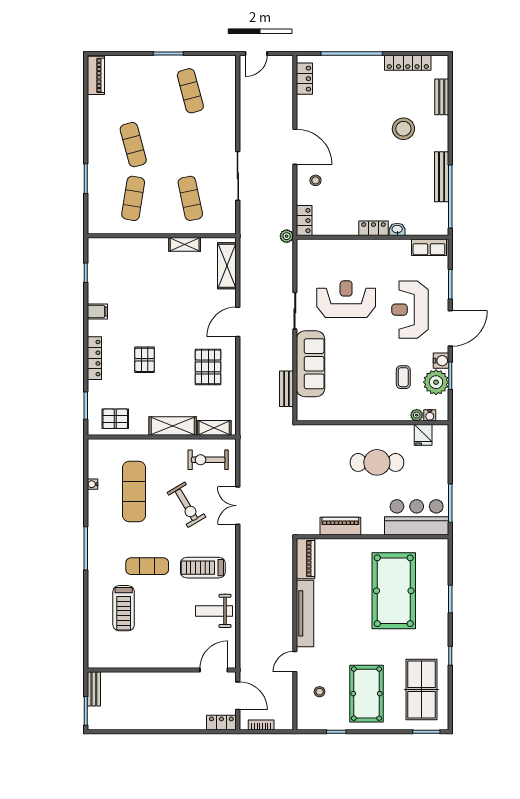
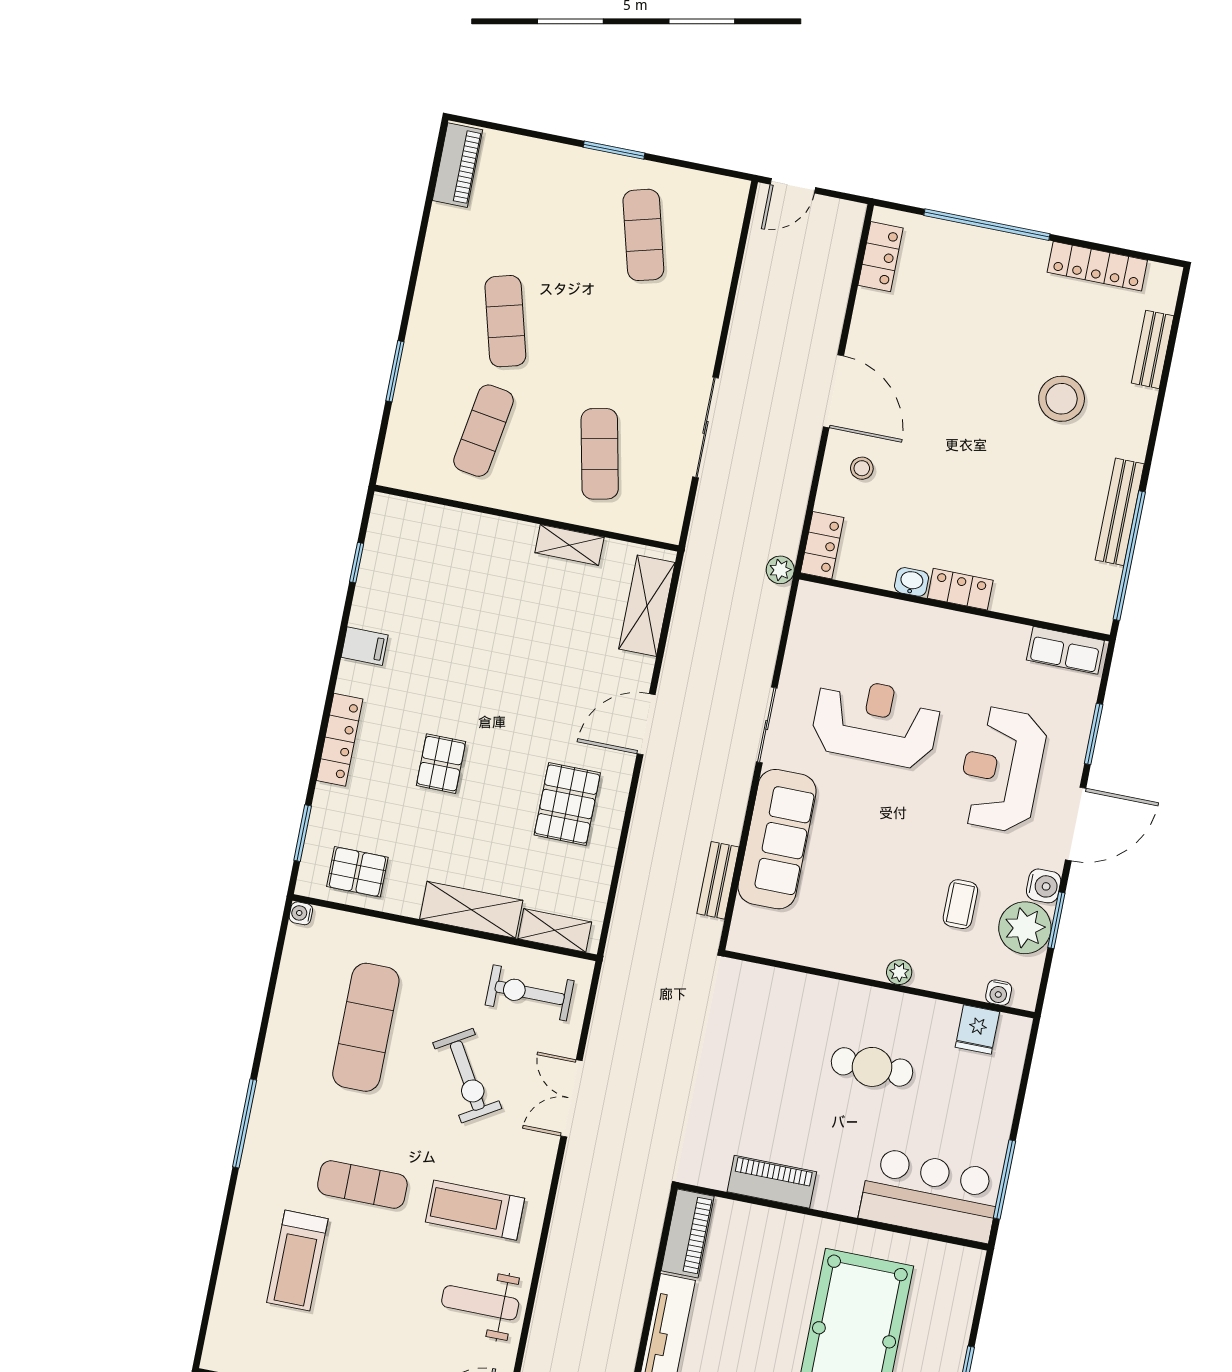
washbasin: (397, 229) -> (912, 582), moved
plant: (417, 415) -> (899, 972), moved
cafe table: (377, 462) -> (872, 1067), width x0.73, depth x0.74
water cooler: (92, 484) -> (301, 913), moved

